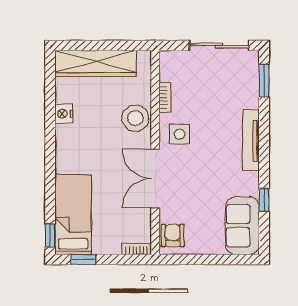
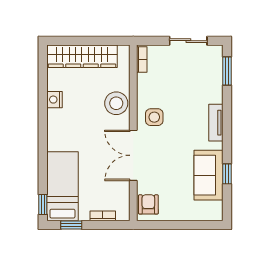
sliding door: (219, 45) -> (188, 41), width x0.73
bookcase: (165, 97) -> (142, 59), moved
tv unit: (251, 141) -> (216, 123), width x0.71
sofa: (242, 226) -> (208, 175), moved
bookcase: (137, 249) -> (103, 216), moved

